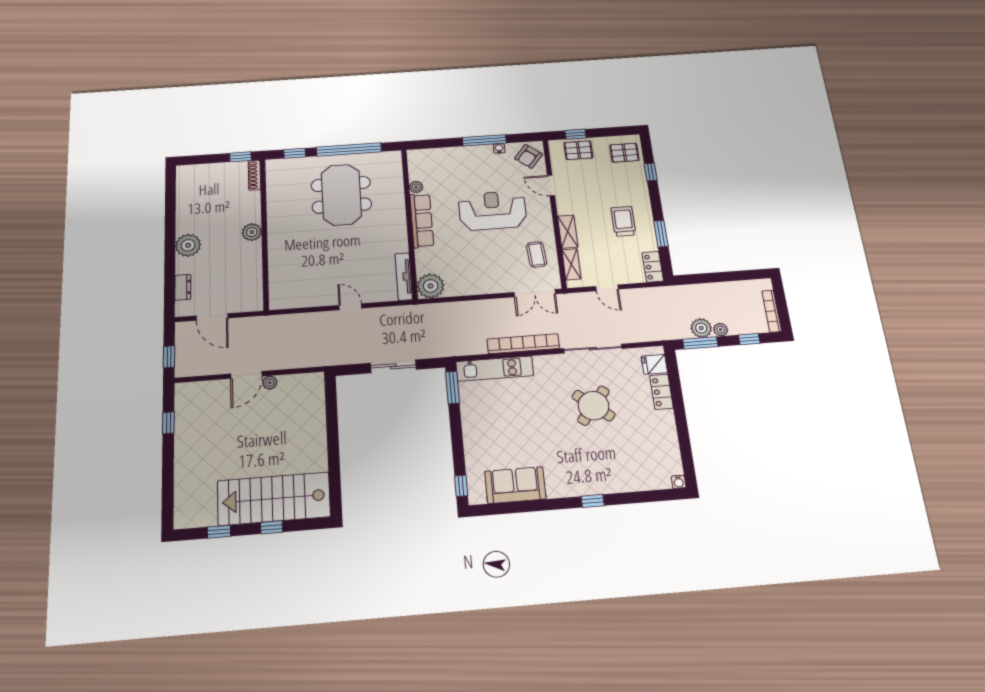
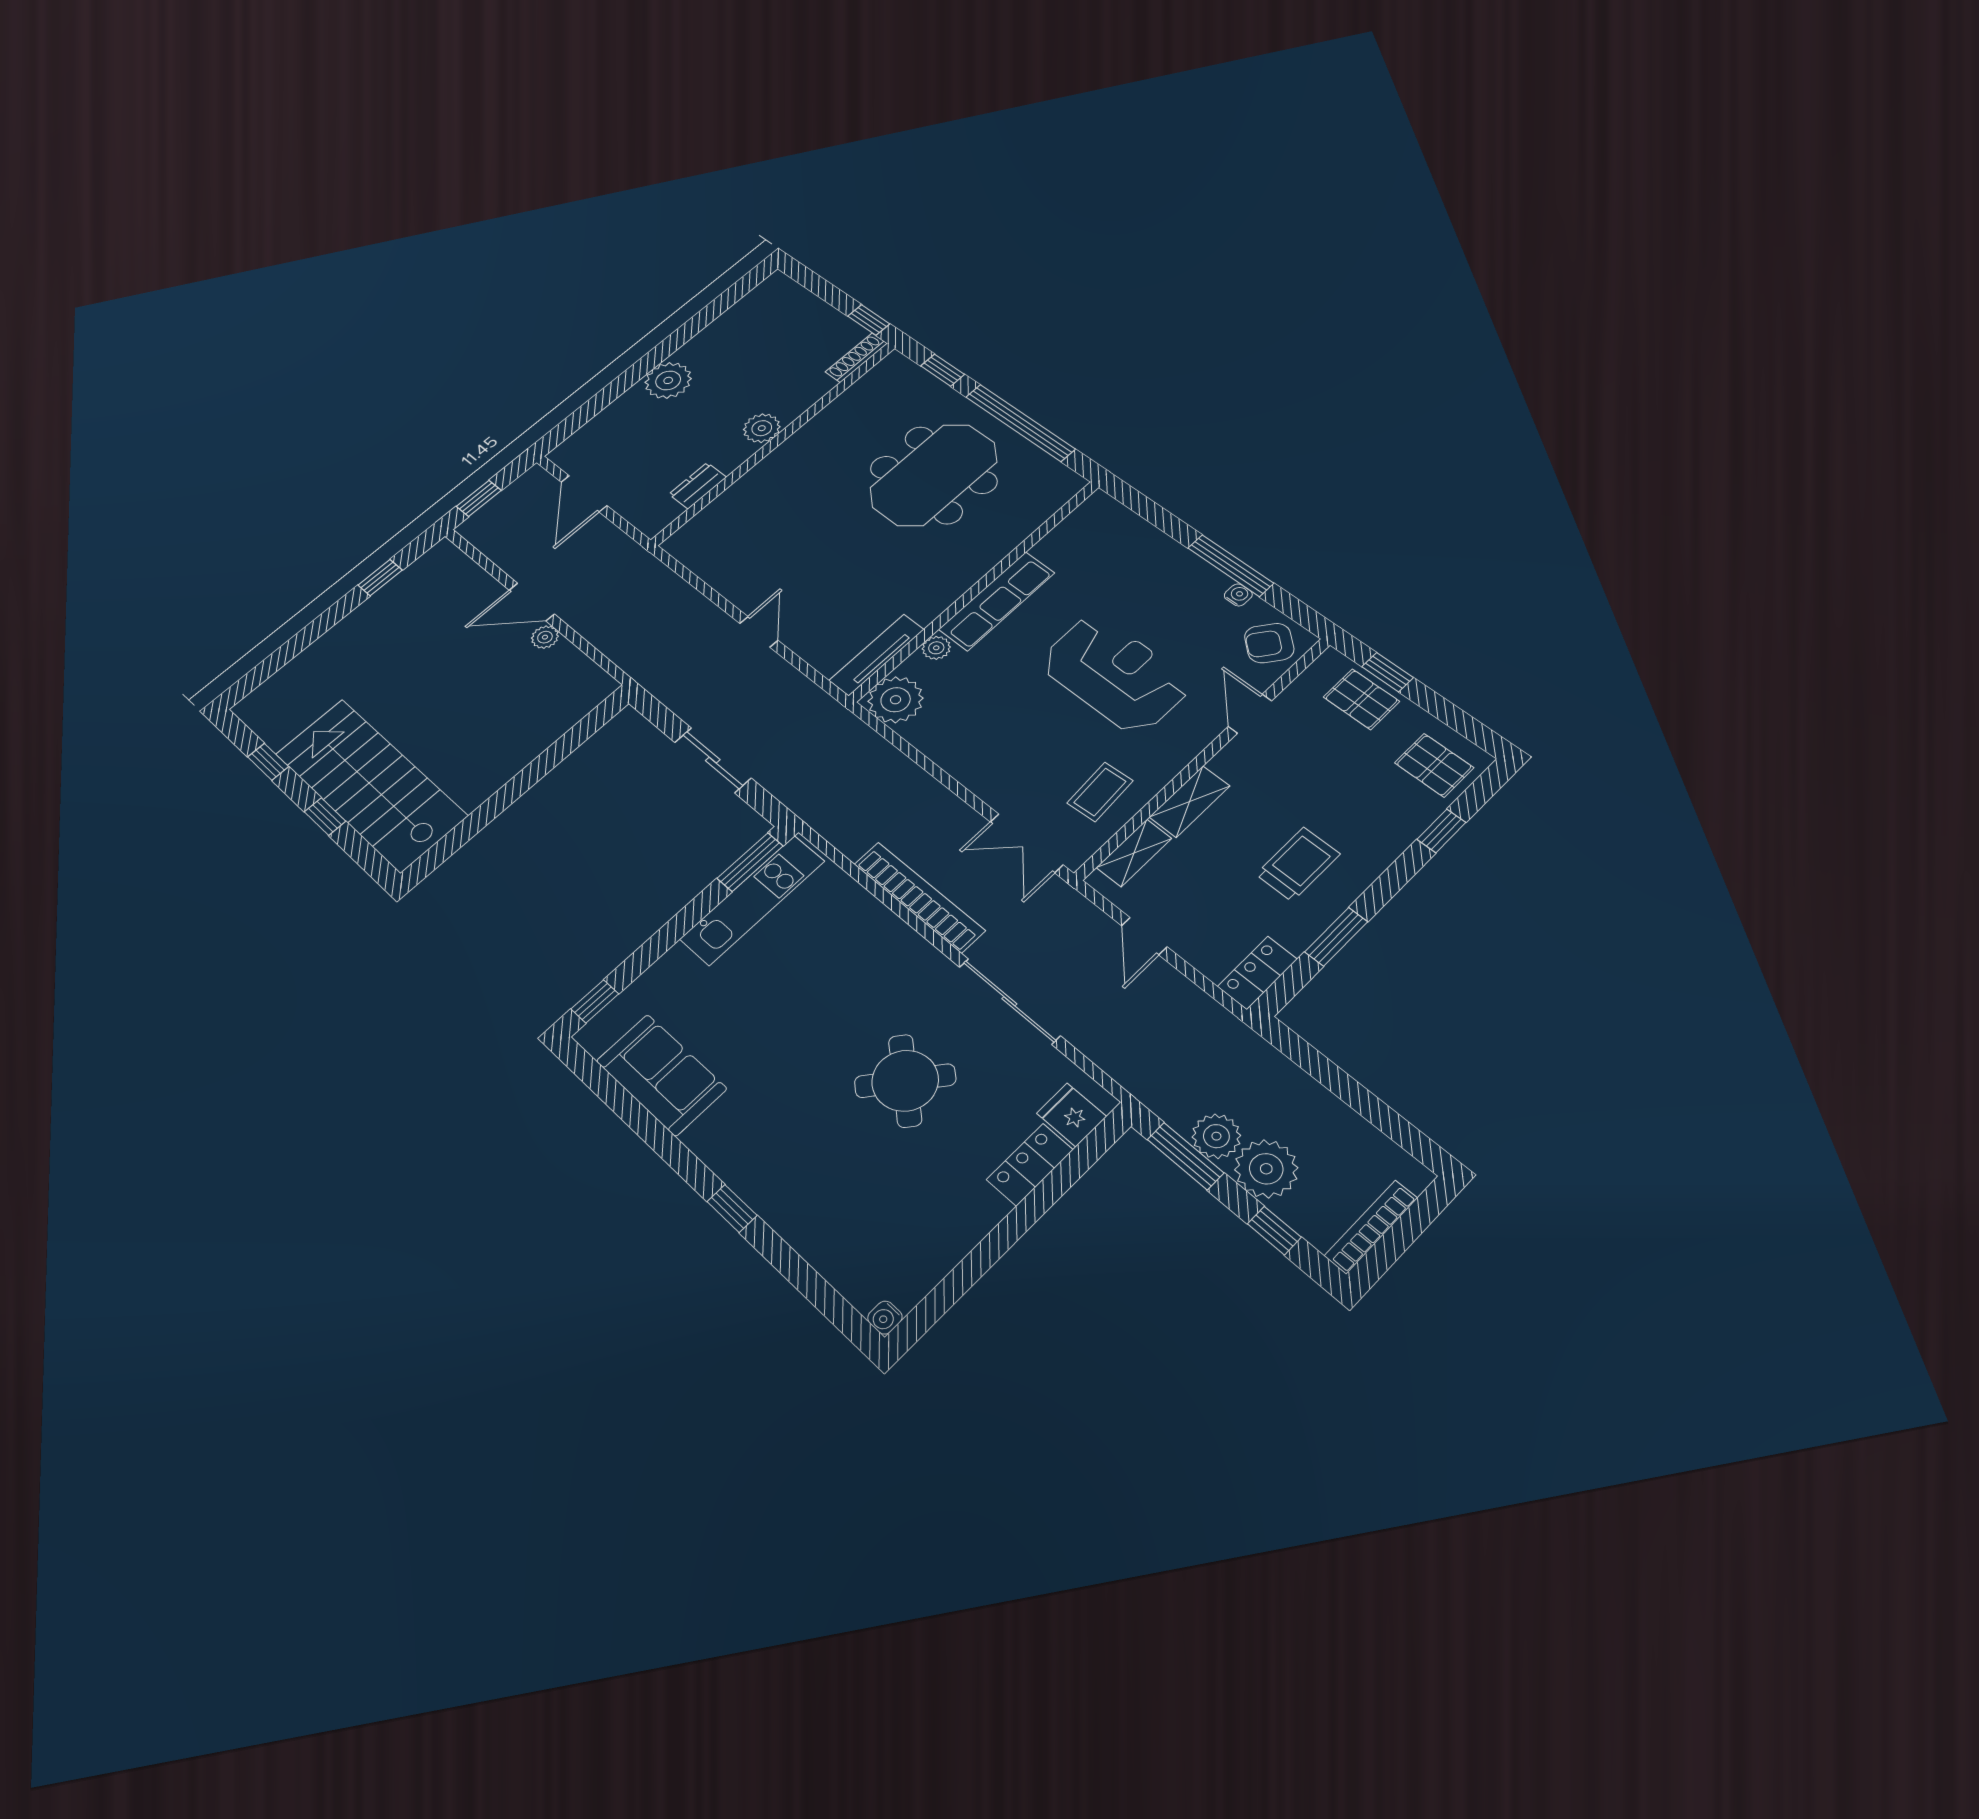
plant: (416, 187) -> (936, 648), moved
dresser: (183, 287) -> (698, 486), moved, turned 180
plant: (721, 330) -> (1266, 1169), width x1.88, depth x1.88
kitchen unit: (495, 369) -> (752, 900), moved, turned -90

